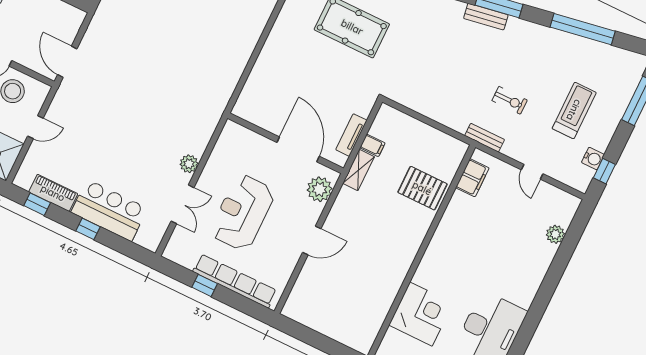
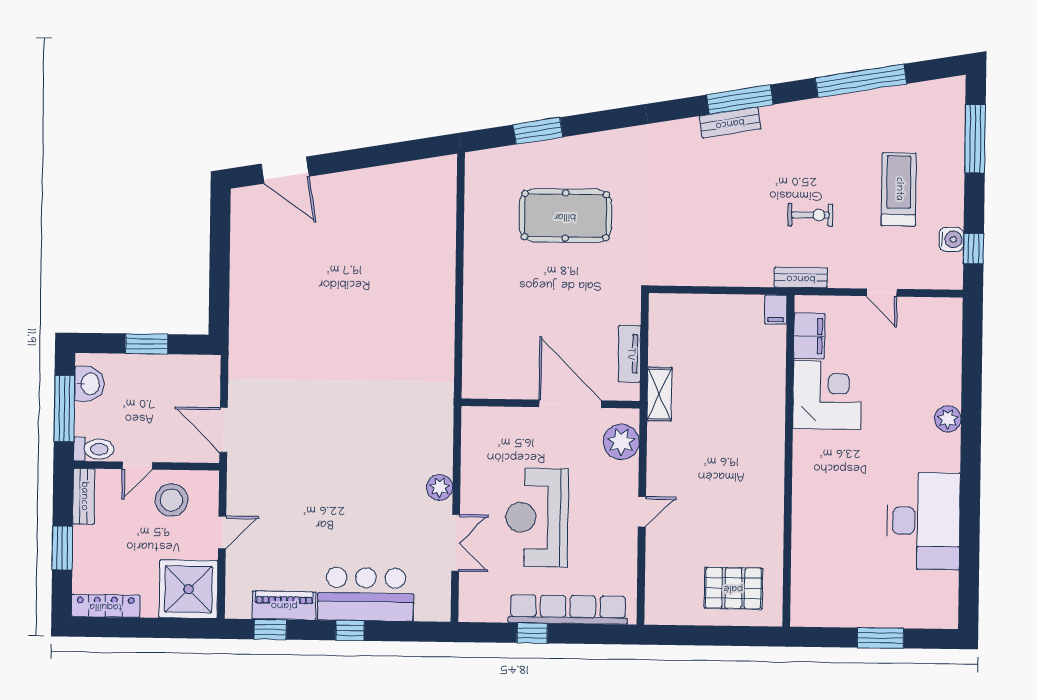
filing cabinet: (372, 145) -> (776, 309), moved, turned 90
pallet: (422, 188) -> (733, 588), moved
plant: (555, 234) -> (948, 419), moved
door: (312, 240) -> (642, 512), width x0.73
corner desk: (421, 314) -> (827, 395), moved

